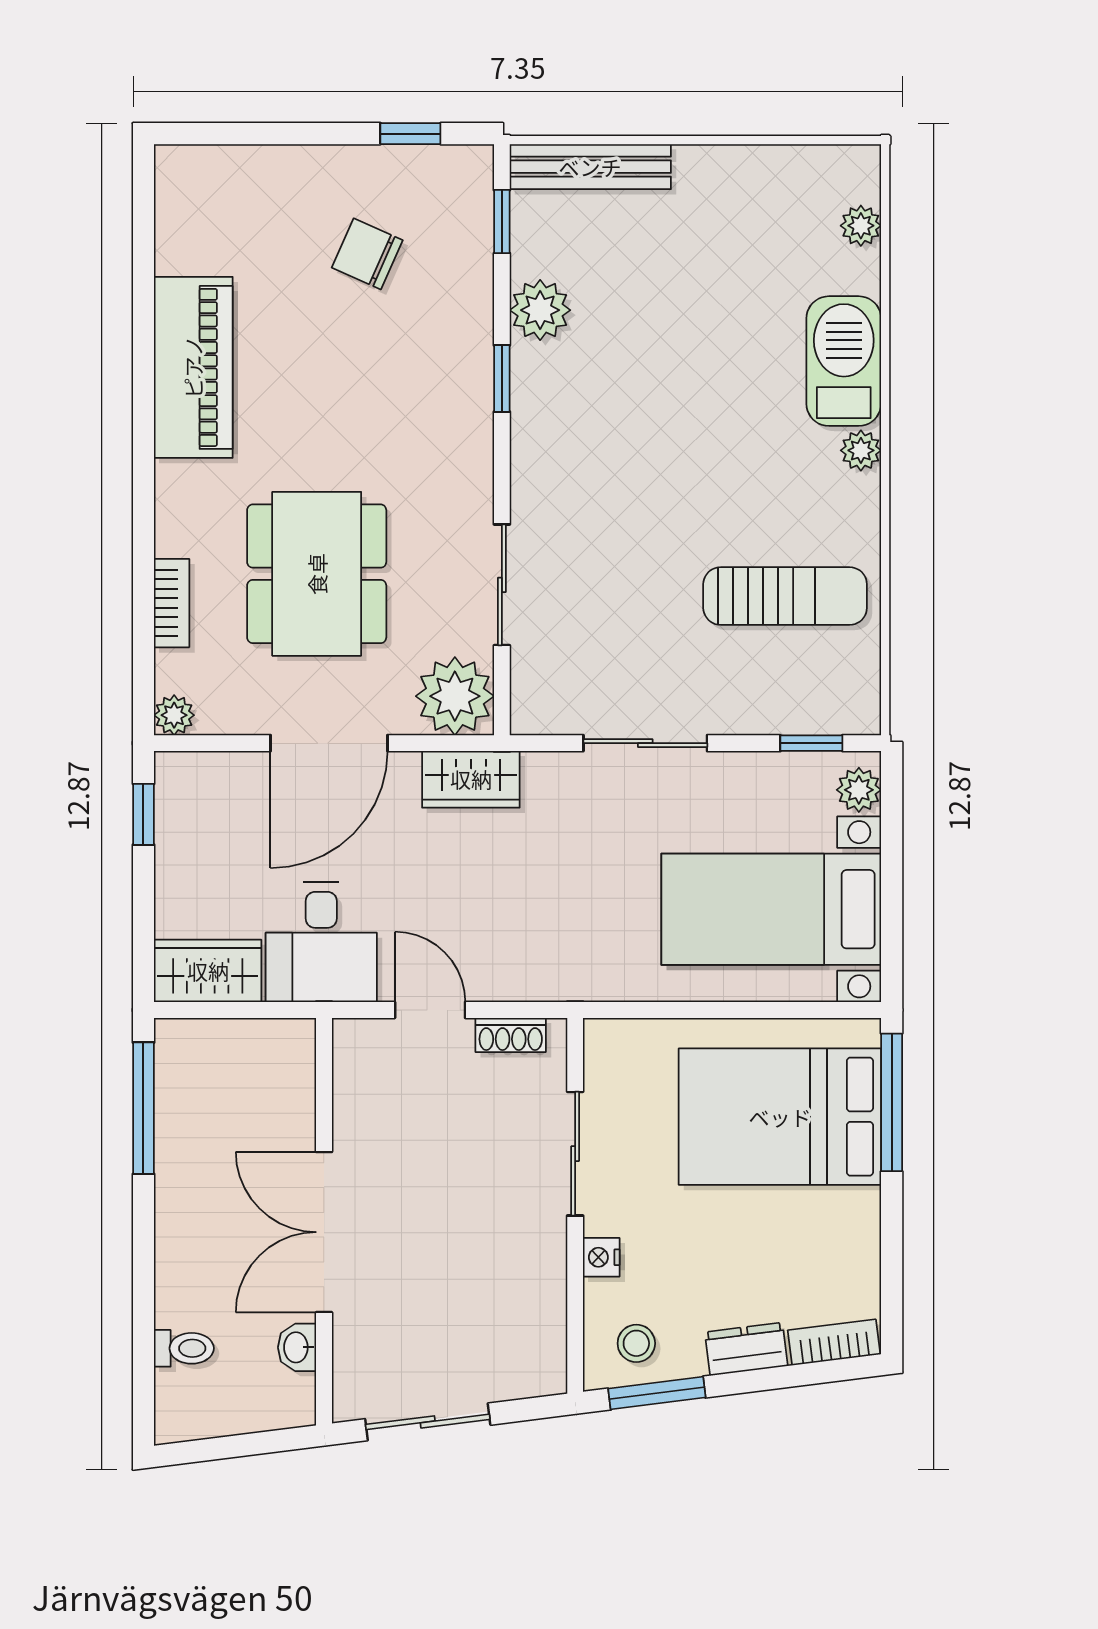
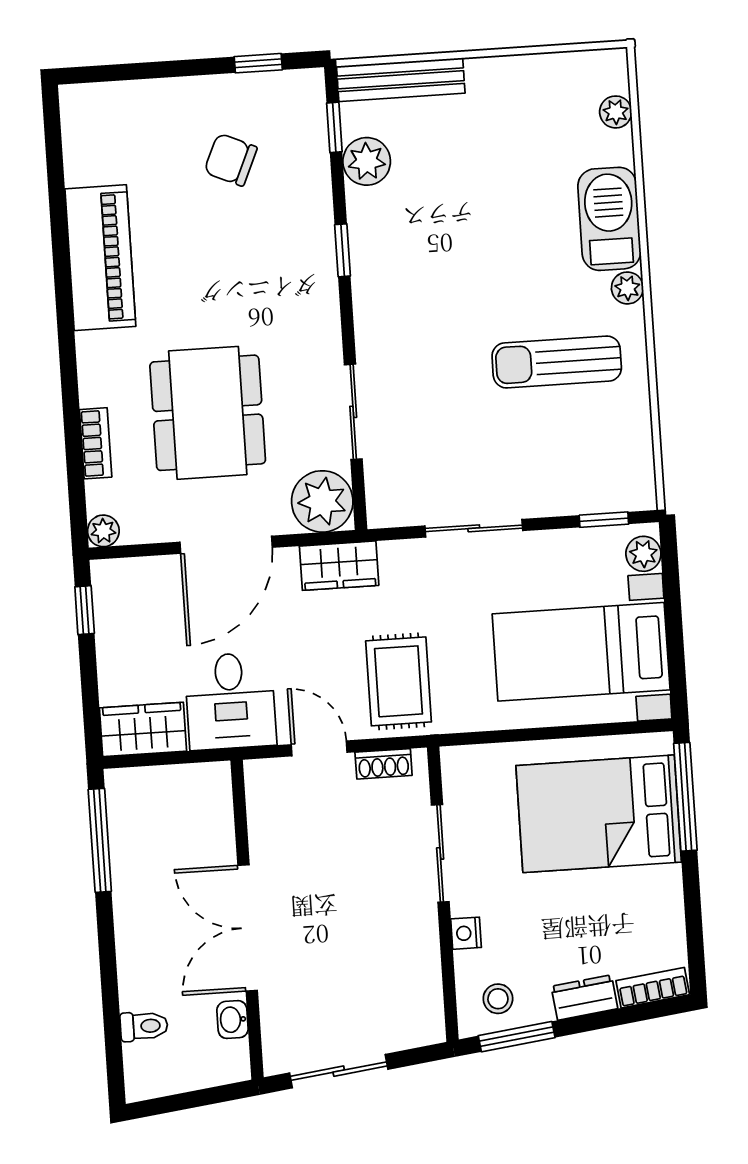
plant: (540, 310) -> (367, 161), moved
sun lounger: (785, 596) -> (557, 362), moved, turned 180
rug: (537, 931) -> (399, 681), added

